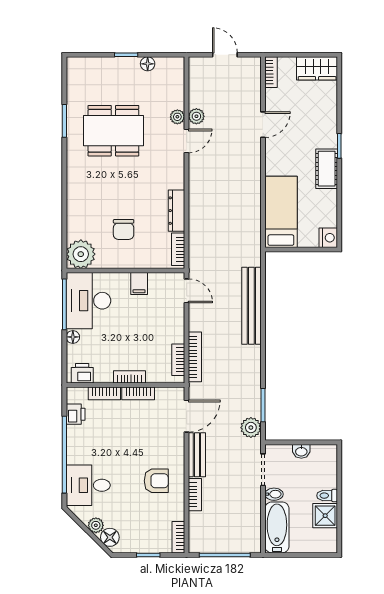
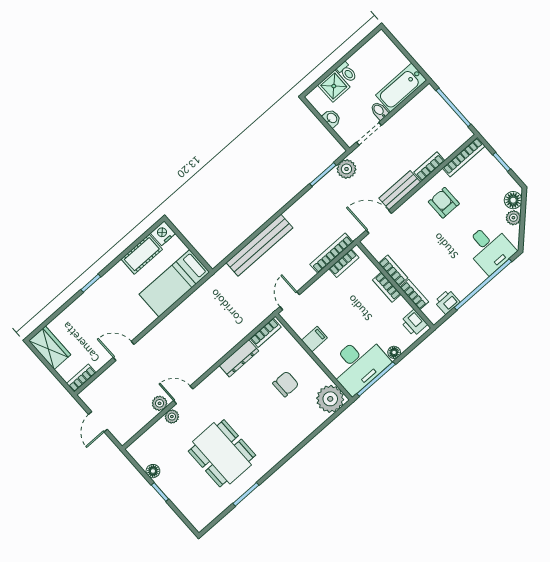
cot: (327, 169) -> (142, 254), moved
shower: (325, 516) -> (334, 86), moved
bookcase: (178, 537) -> (464, 157), width x1.56

